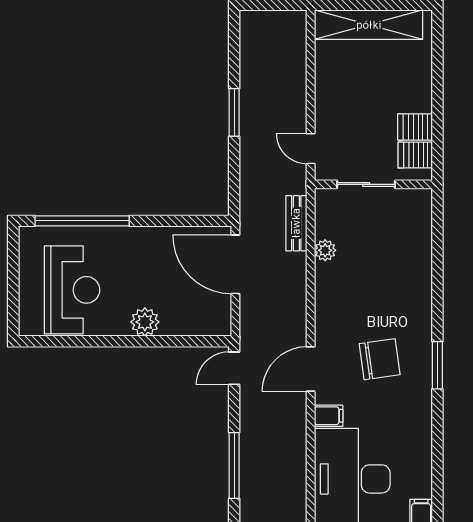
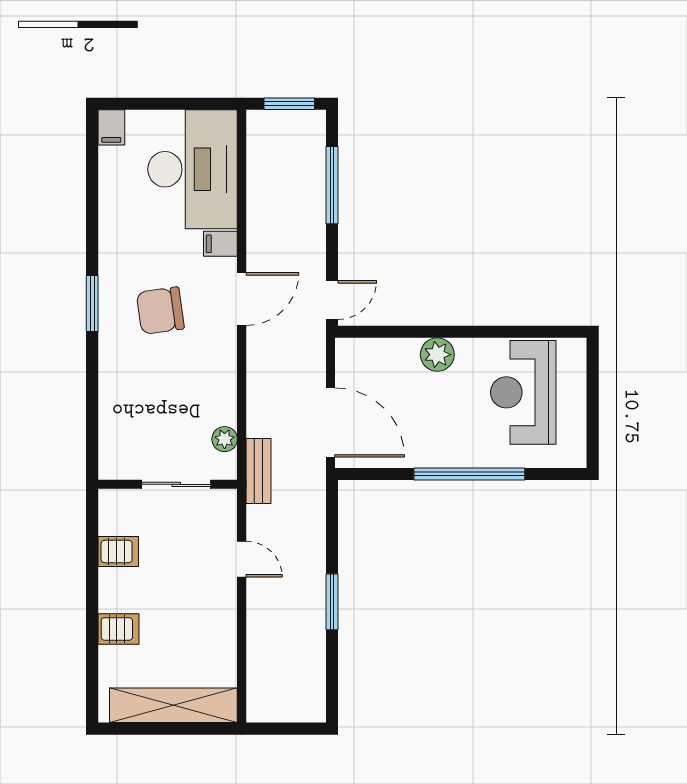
server rack: (415, 127) -> (118, 629), moved
sliding door: (366, 184) -> (176, 484), moved
wall: (373, 184) -> (168, 484), moved
window: (82, 221) -> (469, 474), moved

